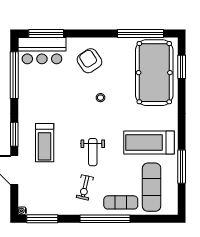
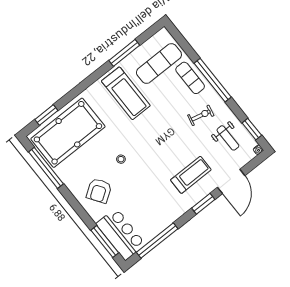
weight bench: (93, 152) -> (228, 138), moved, turned 90
window: (42, 219) -> (252, 129), width x0.69

